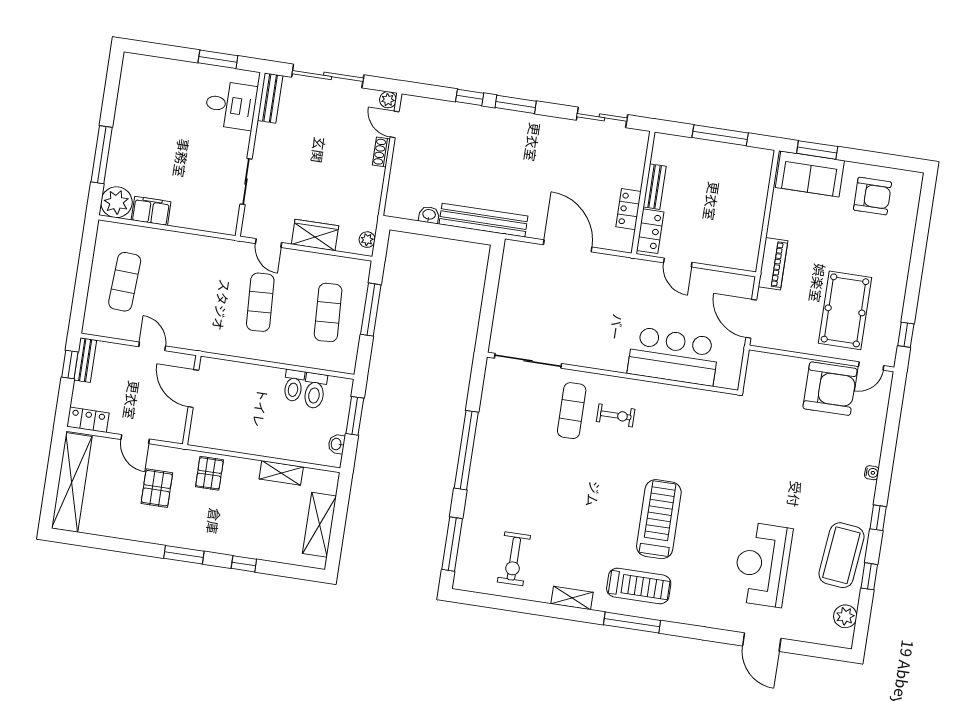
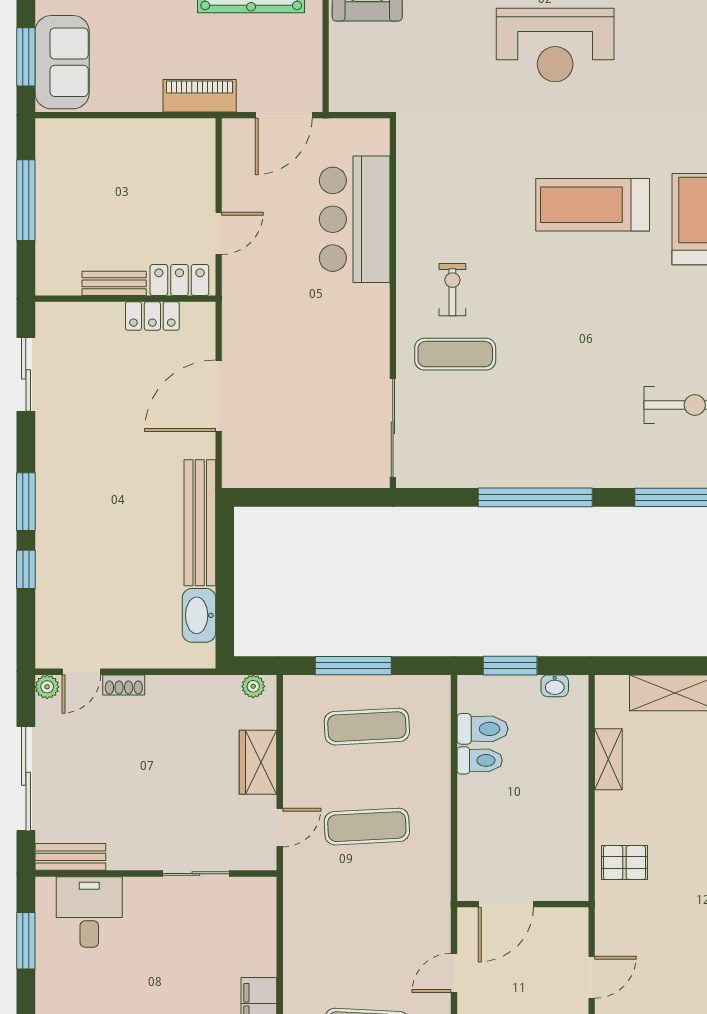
washbasin: (429, 215) -> (199, 615), width x1.91, depth x1.45
pallet: (157, 488) -> (658, 935), removed
reception desk: (762, 565) -> (555, 45), moved

